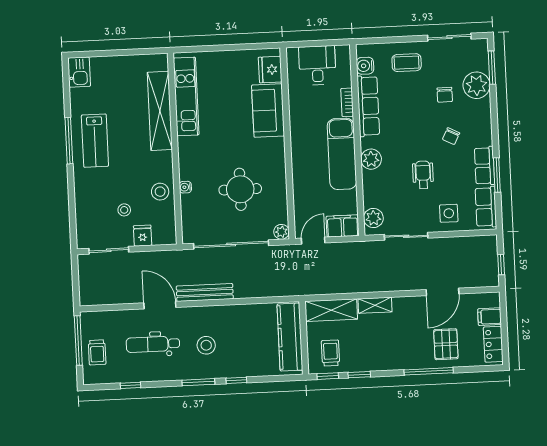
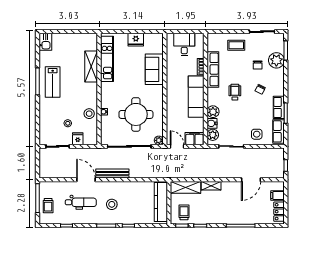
water cooler: (365, 66) -> (212, 123), moved
fridge: (270, 70) -> (136, 40), moved, turned -90
shelving: (160, 111) -> (91, 67), width x0.68
plant: (371, 159) -> (213, 112), moved
wheelchair: (423, 175) -> (235, 92), moved
round table: (240, 189) -> (136, 114), width x1.36, depth x1.36
door: (313, 241) -> (177, 146), hinge flipped
dental chair: (153, 344) -> (81, 202), turned 180
pallet: (446, 344) -> (251, 210), removed

